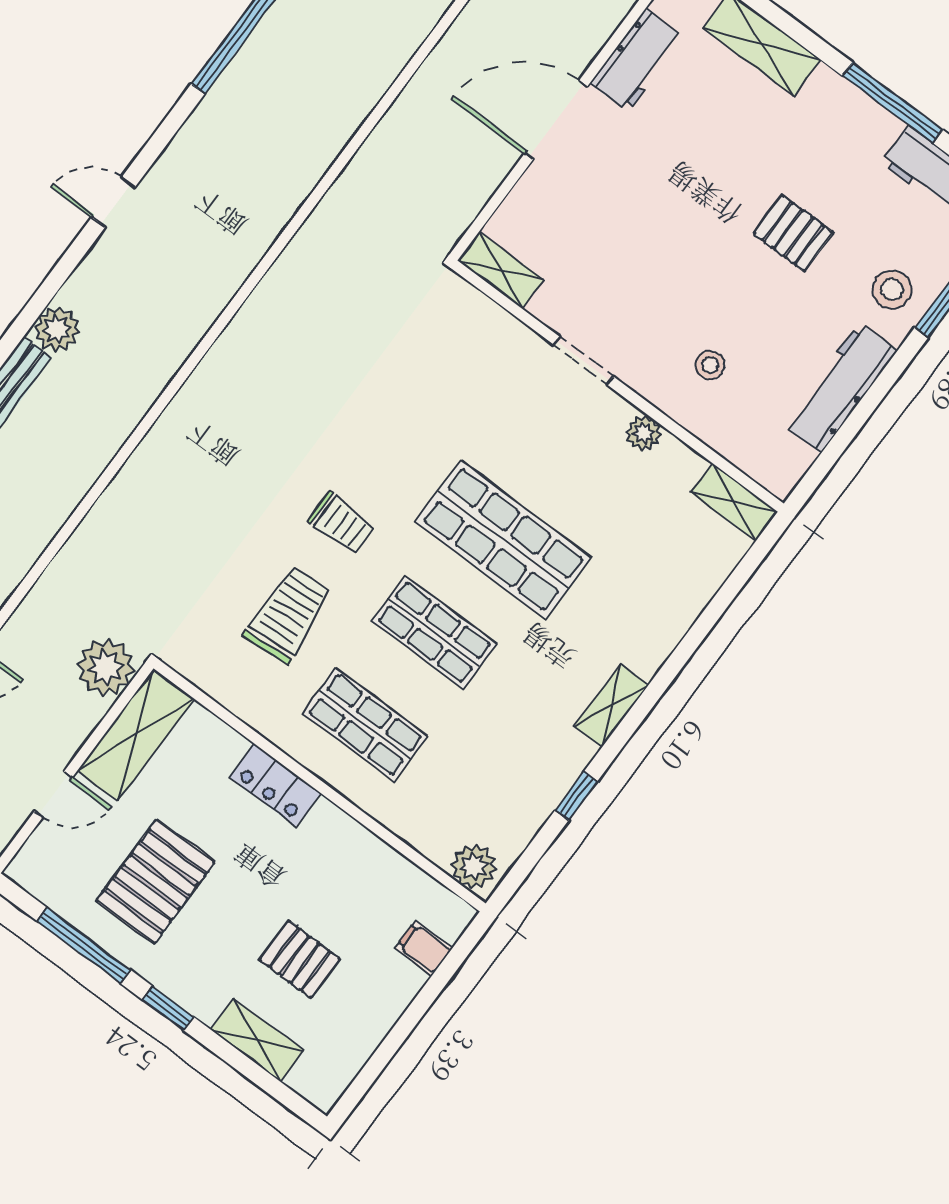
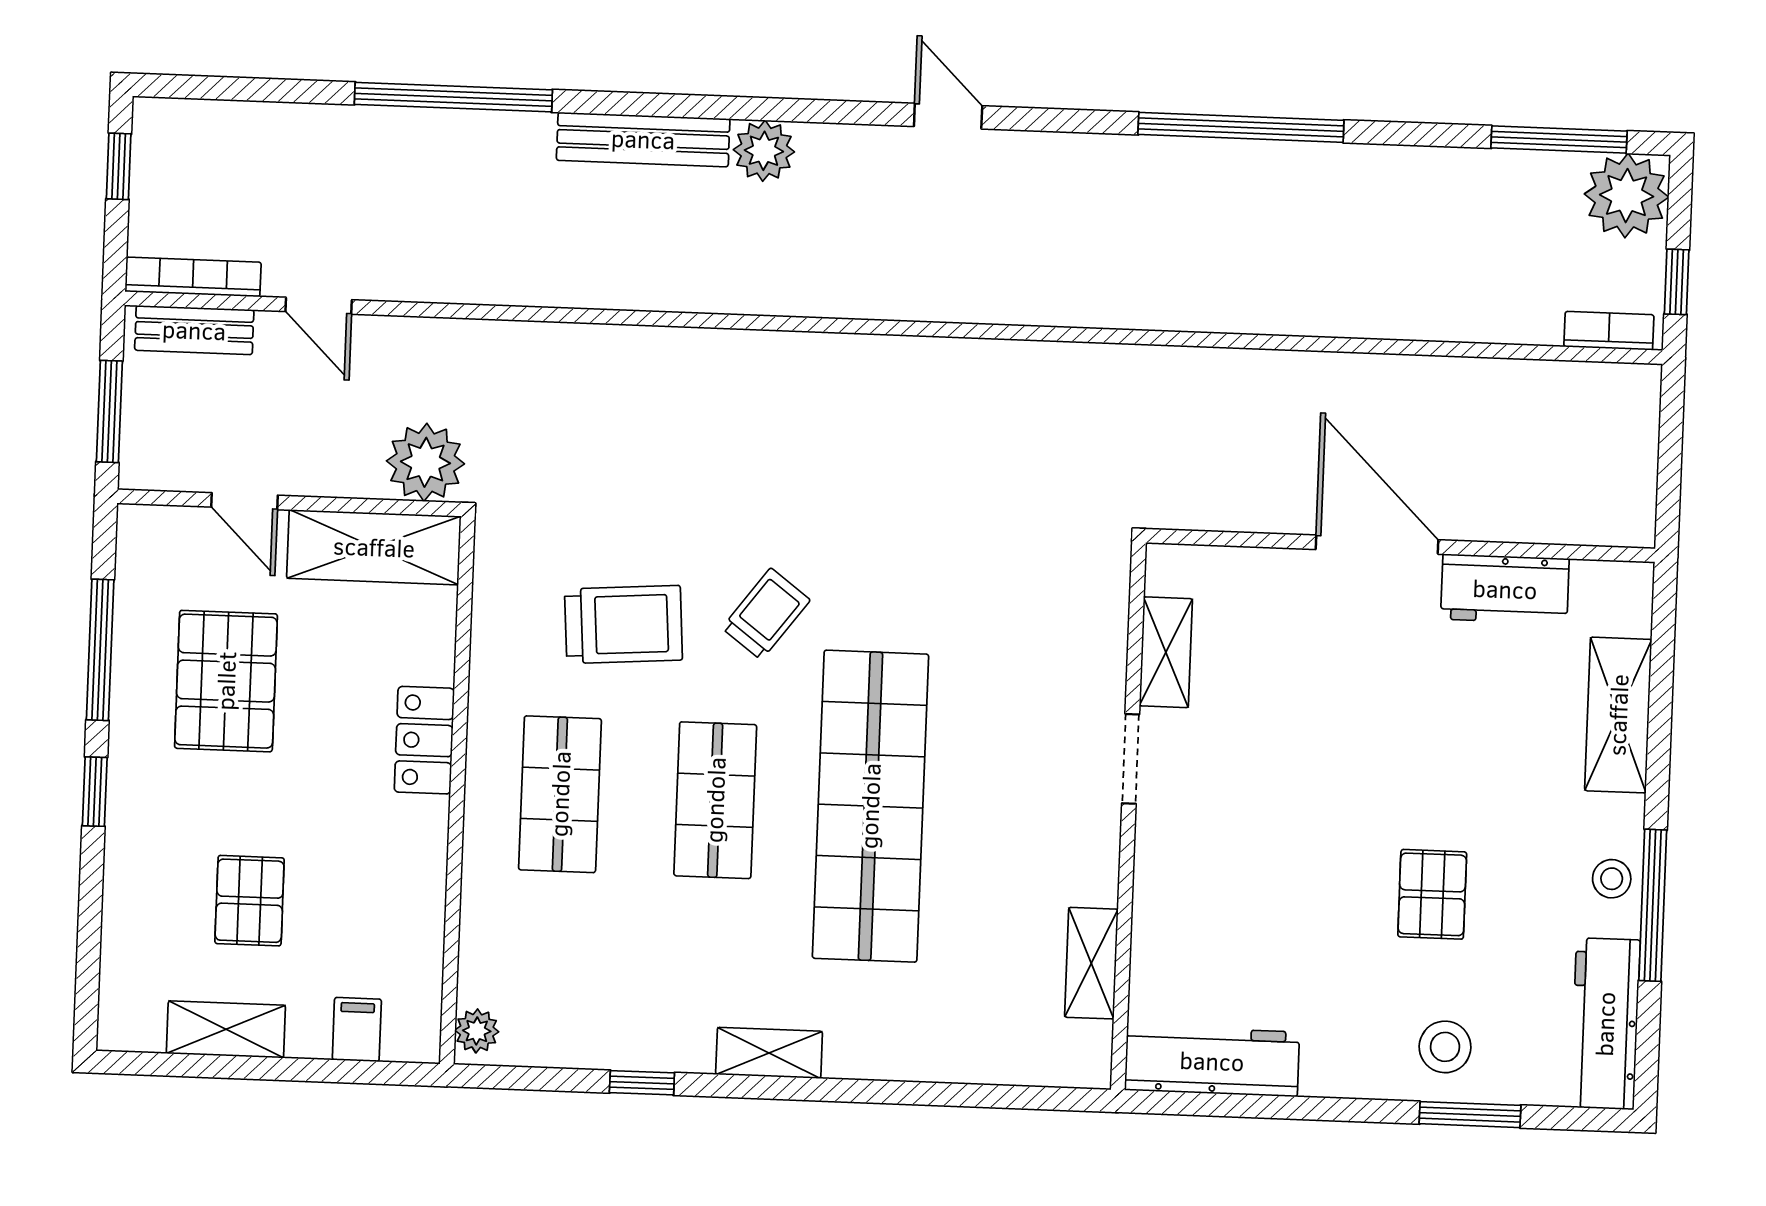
shelving: (501, 270) -> (1166, 652), moved
stool: (710, 365) -> (1612, 879), moved
workbench: (840, 388) -> (1212, 1061), moved
plant: (643, 433) -> (1096, 881), removed
shelving: (734, 502) -> (1091, 963), moved
trolley: (342, 523) -> (766, 614), turned -143
shop shelf: (503, 540) -> (870, 806), width x1.40
plant: (474, 867) -> (477, 1031), width x0.73, depth x0.73
pallet: (156, 881) -> (226, 681), turned 90
shelving: (257, 1040) -> (226, 1029), moved, turned 90

